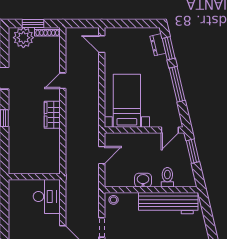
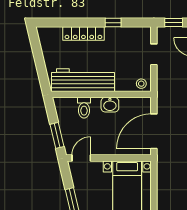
door: (102, 155) -> (154, 131), width x1.88

